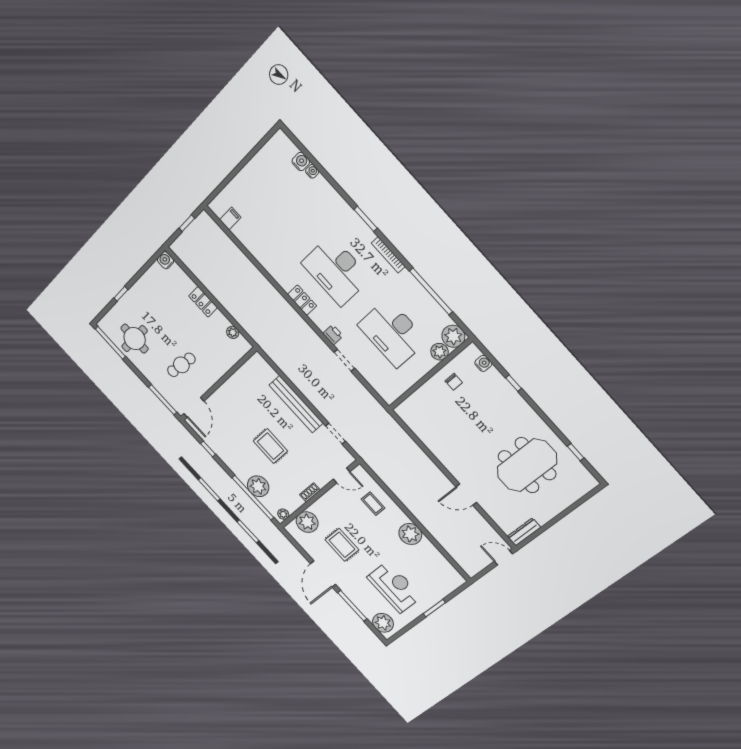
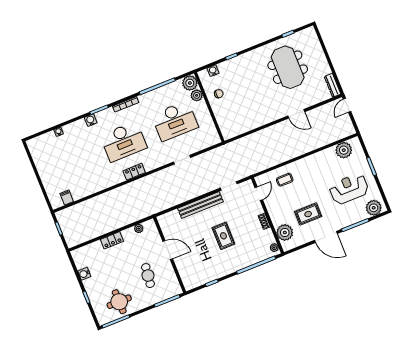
water cooler: (301, 162) -> (91, 120), moved
water cooler: (166, 260) -> (84, 274), moved
printer: (333, 335) -> (163, 160), removed
door: (194, 407) -> (168, 250), moved
rug: (270, 446) -> (223, 236), turned 90
plant: (258, 486) -> (249, 257), removed
door: (466, 495) -> (296, 114), hinge flipped
plant: (410, 534) -> (344, 150), moved

